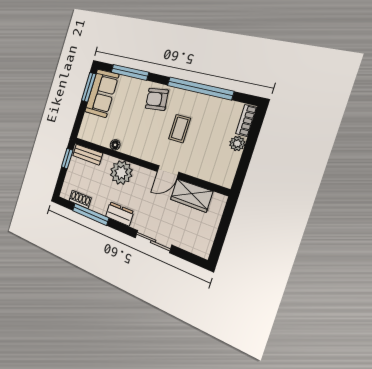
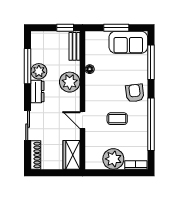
window: (89, 87) -> (116, 28), moved
plant: (237, 143) -> (113, 159), width x1.88, depth x1.88
wardrobe: (191, 195) -> (71, 155), moved
shoe rack: (80, 199) -> (36, 155), moved, width x1.43
plant: (99, 204) -> (39, 71), added

